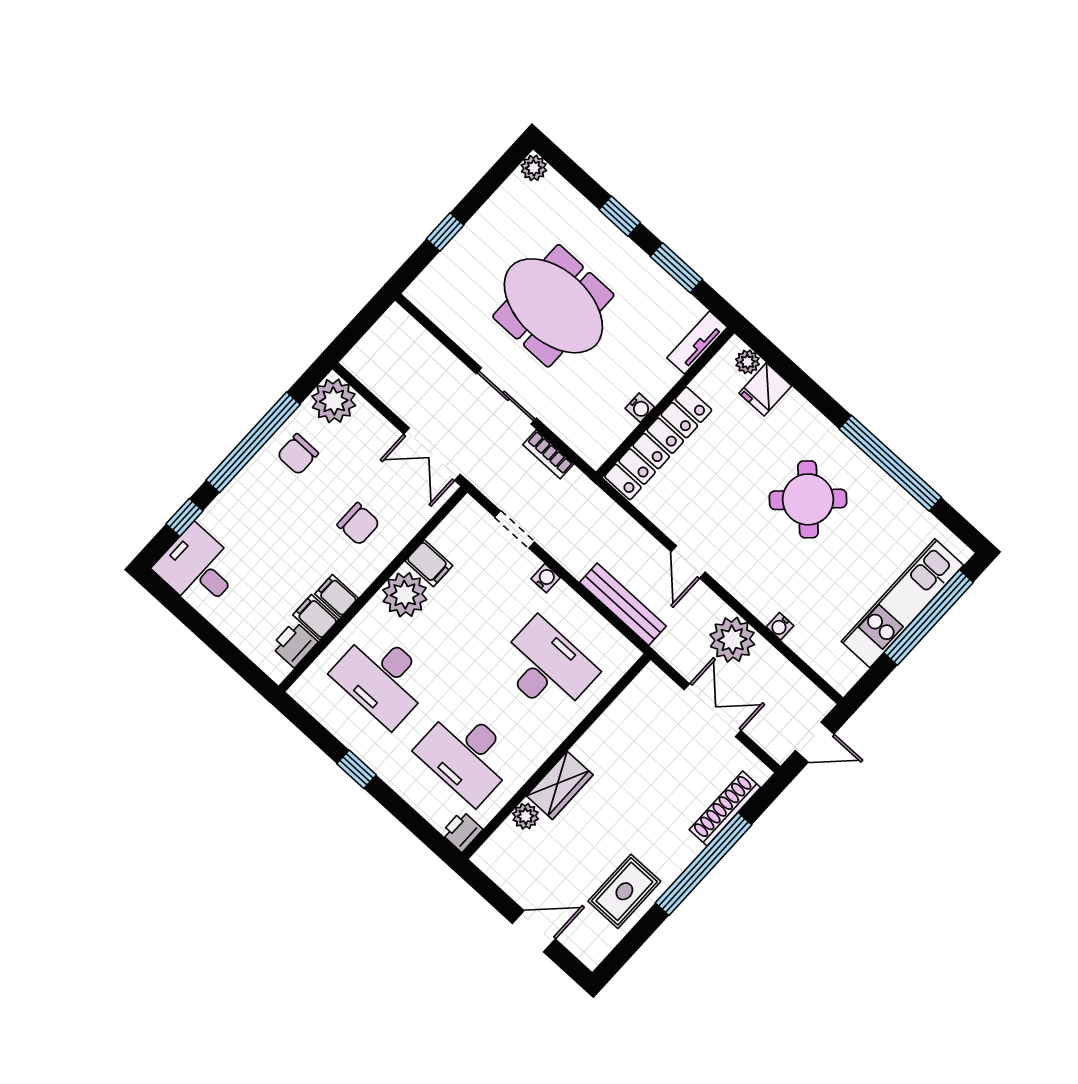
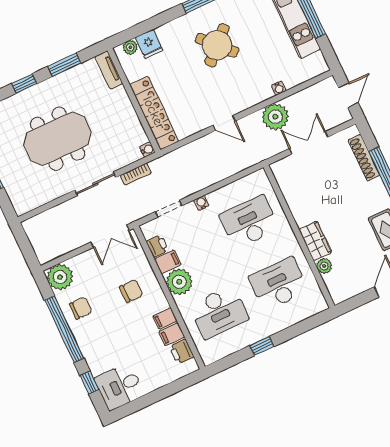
water cooler: (640, 408) -> (147, 150), moved
chair: (298, 454) -> (81, 308), turned -90
bench: (623, 604) -> (232, 167), removed
desk: (467, 755) -> (279, 284), turned 180
printer: (462, 831) -> (157, 246), moved, turned 180

